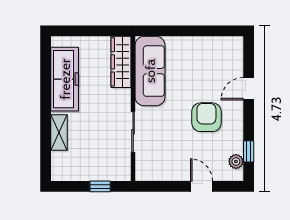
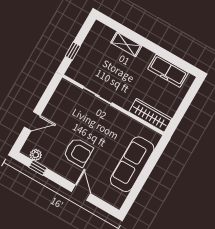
sofa: (150, 71) -> (132, 164), moved, turned 90
freezer: (65, 79) -> (168, 71), width x0.73, depth x0.79

